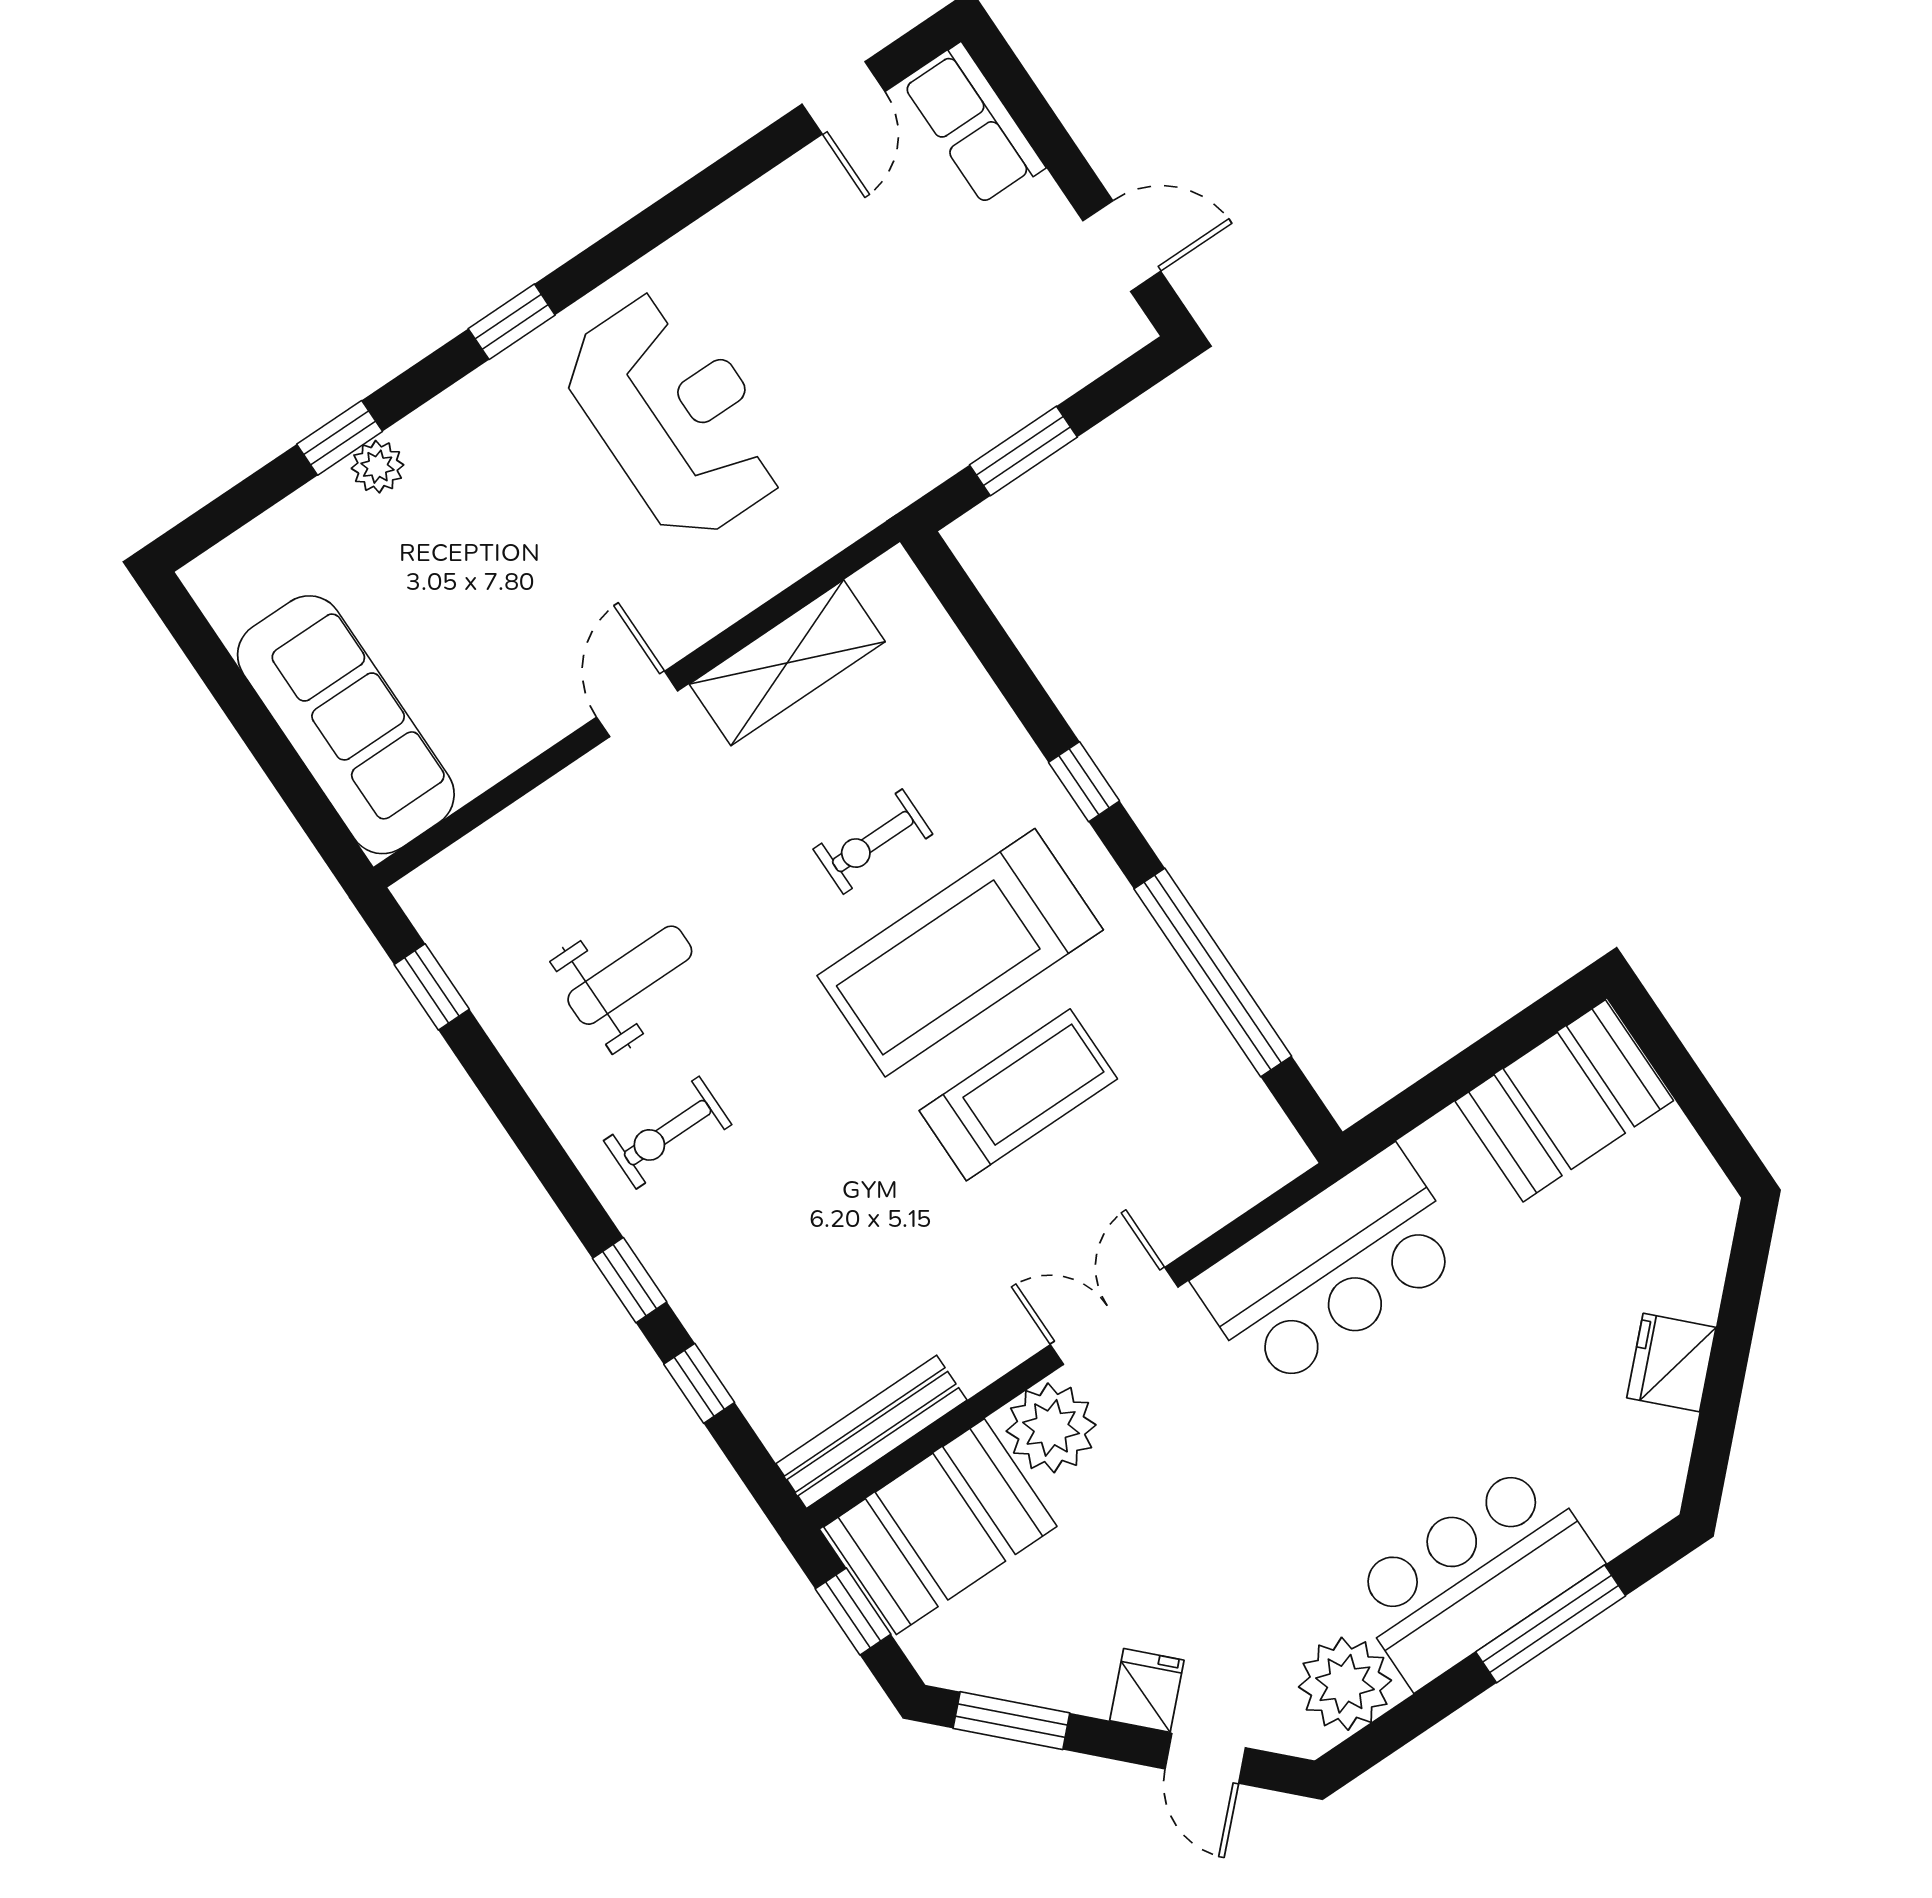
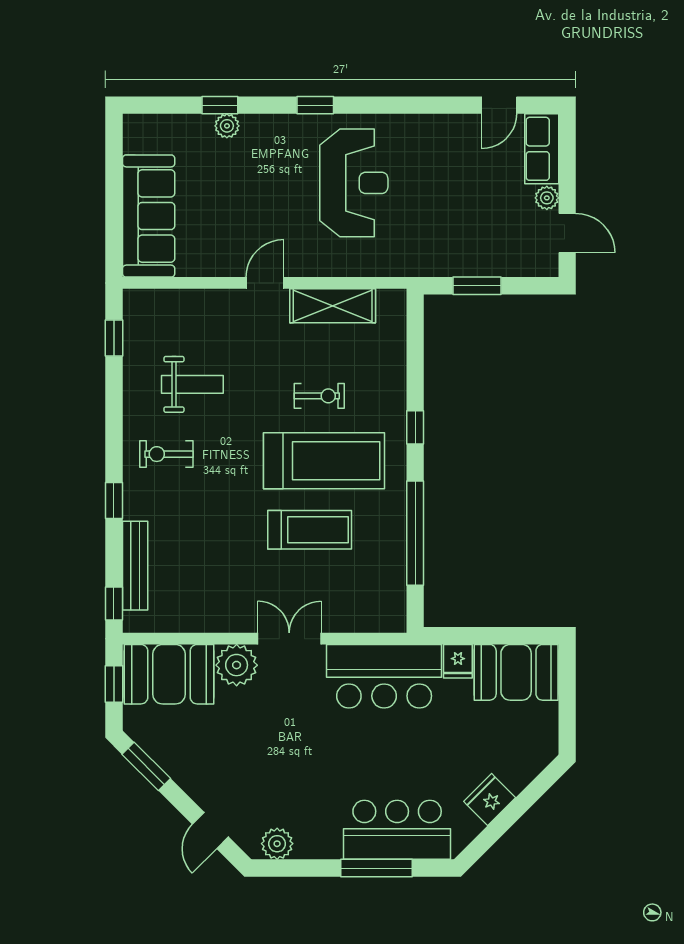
plant: (1042, 207) -> (547, 198), added
exercise bike: (873, 842) -> (319, 396), turned 180
treadmill: (960, 953) -> (324, 461), turned 180
window: (699, 1383) -> (114, 604), moved
bench: (871, 1432) -> (135, 566), moved, turned 90
bar counter: (1474, 1575) -> (397, 830), moved
plant: (1345, 1684) -> (277, 844), width x0.73, depth x0.73
fridge: (1147, 1690) -> (458, 661), moved, turned 135

